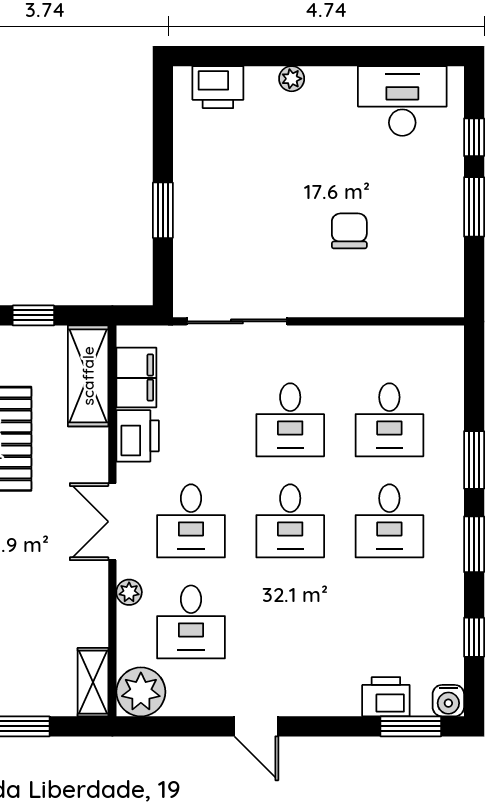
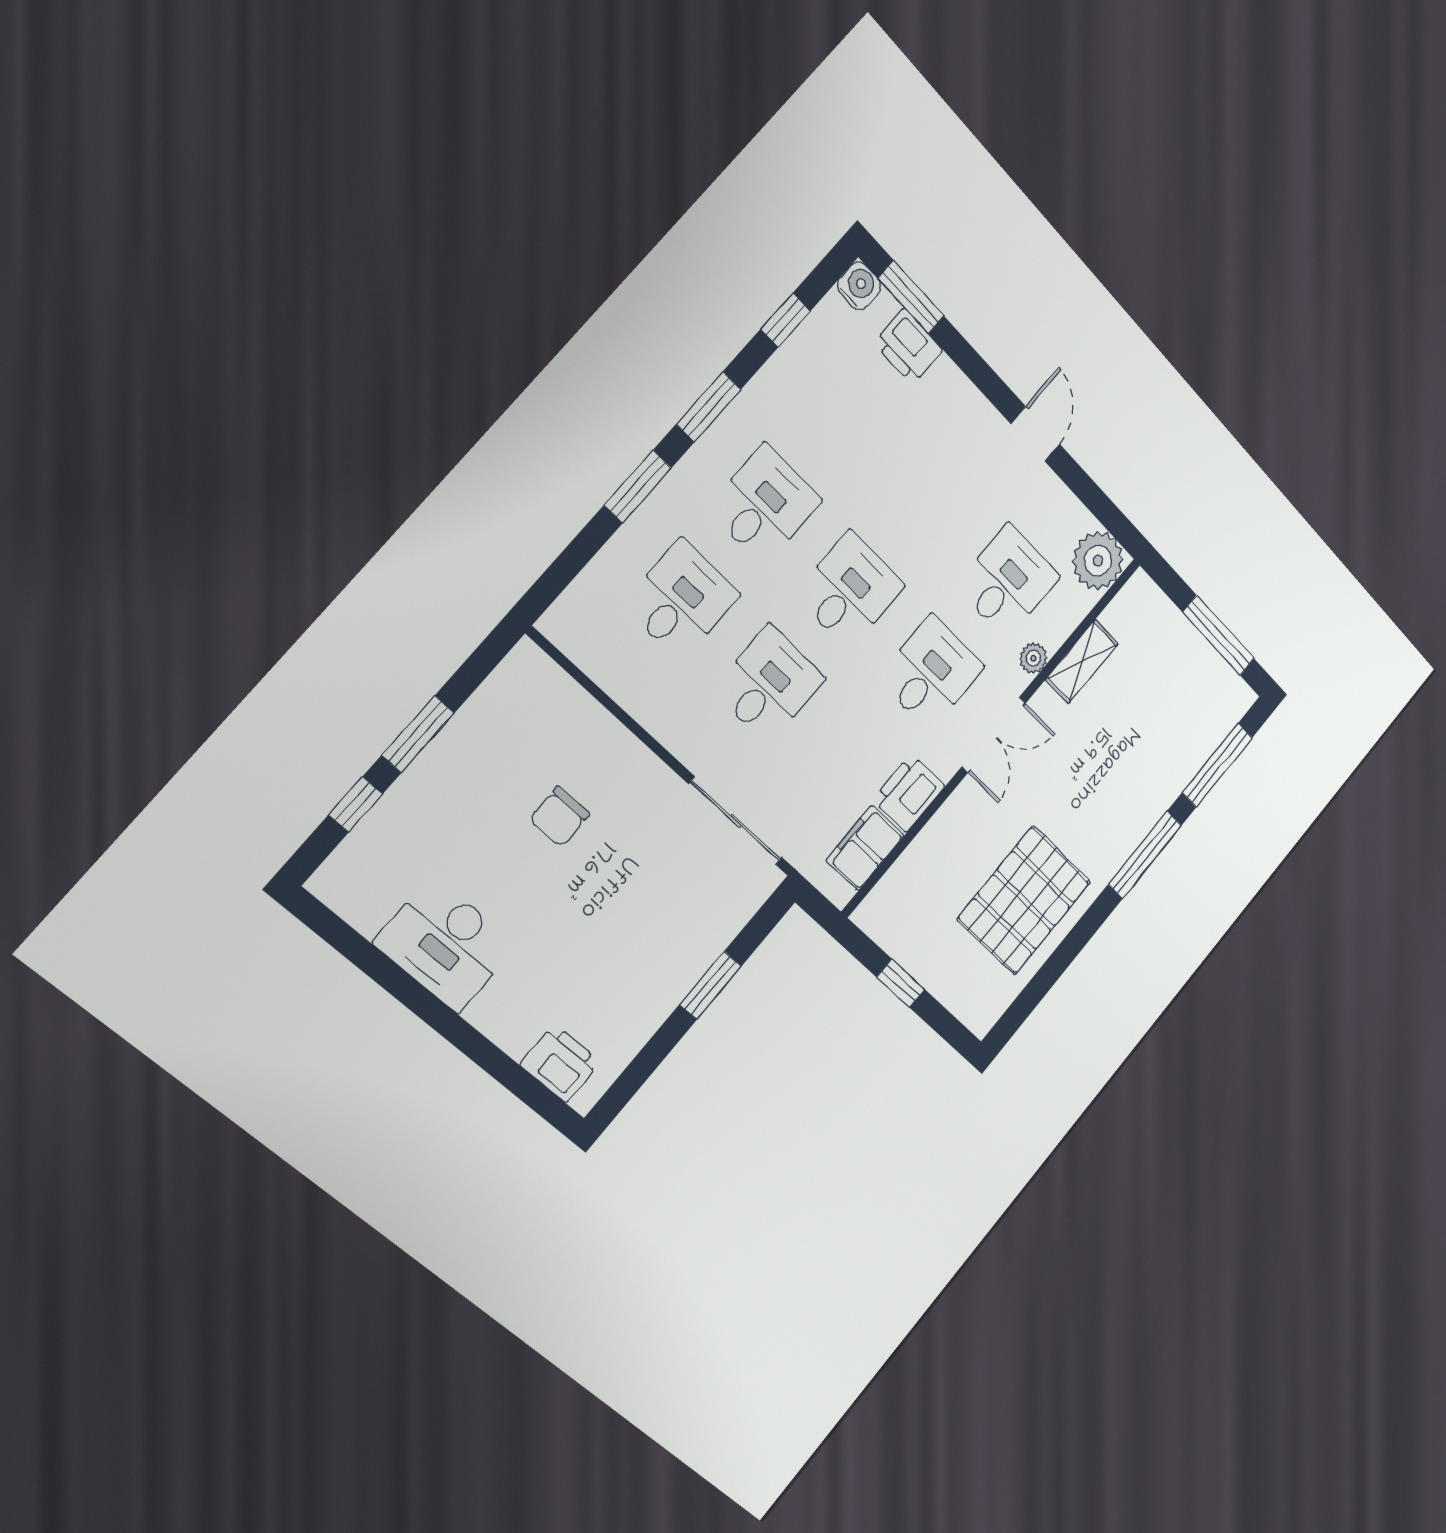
plant: (292, 79) -> (484, 1014), removed
desk: (402, 101) -> (446, 944), moved
shelving: (88, 376) -> (903, 886), removed
shelving: (93, 682) -> (1082, 662), moved

